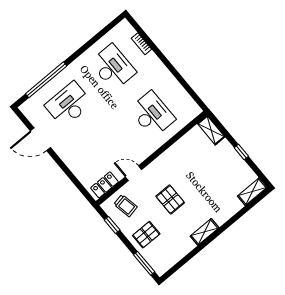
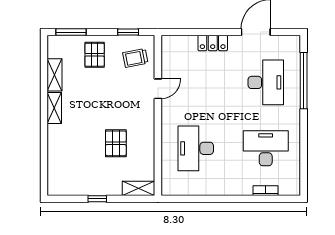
desk: (113, 67) -> (266, 148), turned 180
desk: (152, 114) -> (196, 148), turned 90
locker: (104, 185) -> (213, 43), moved, turned 90
shelving: (252, 192) -> (54, 75), moved
pallet: (170, 199) -> (116, 143), moved, turned 90

